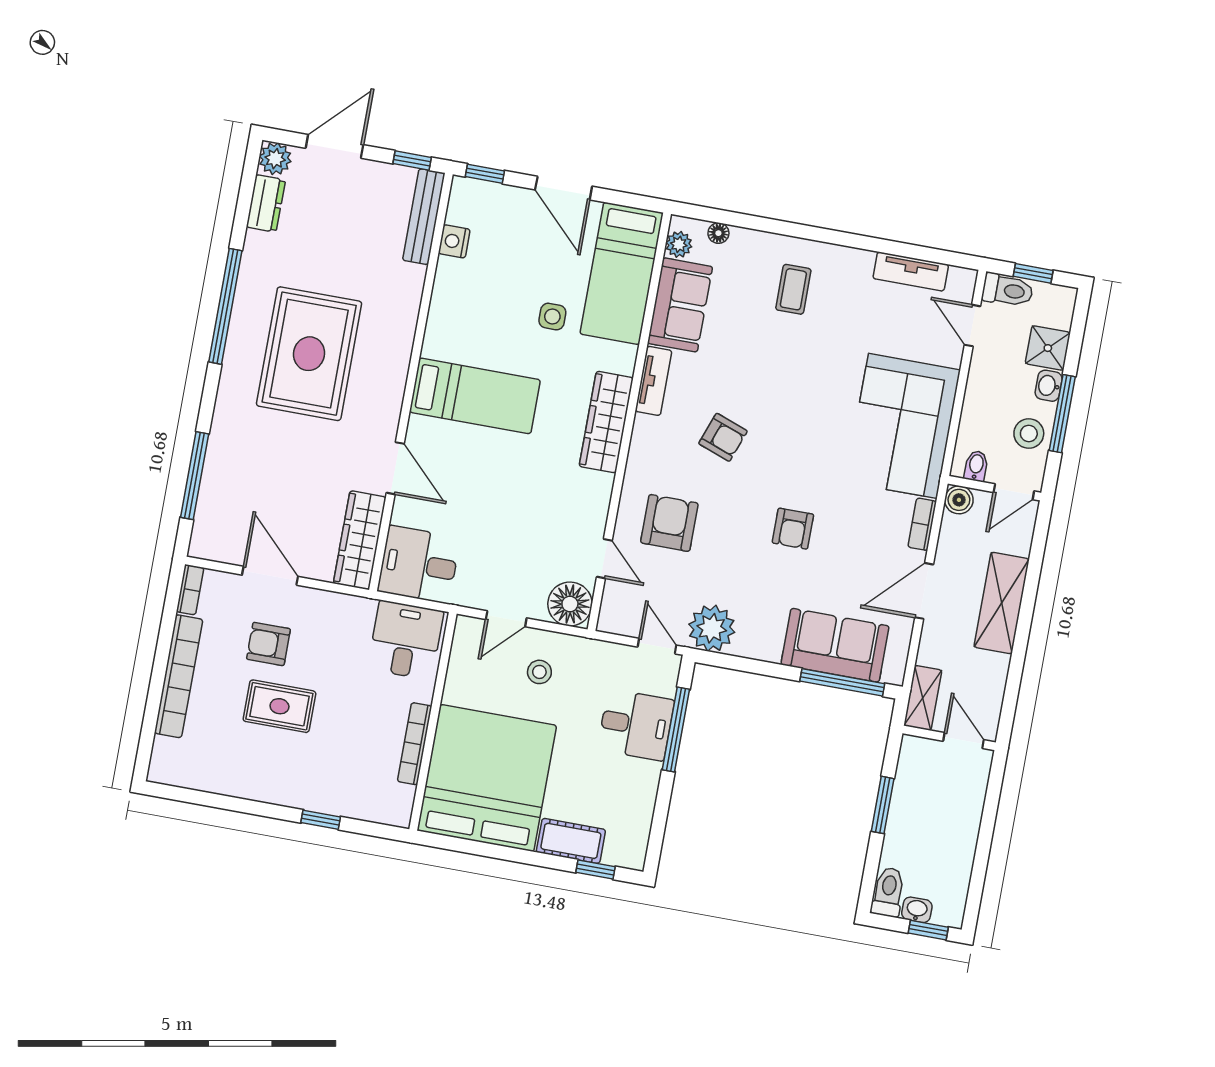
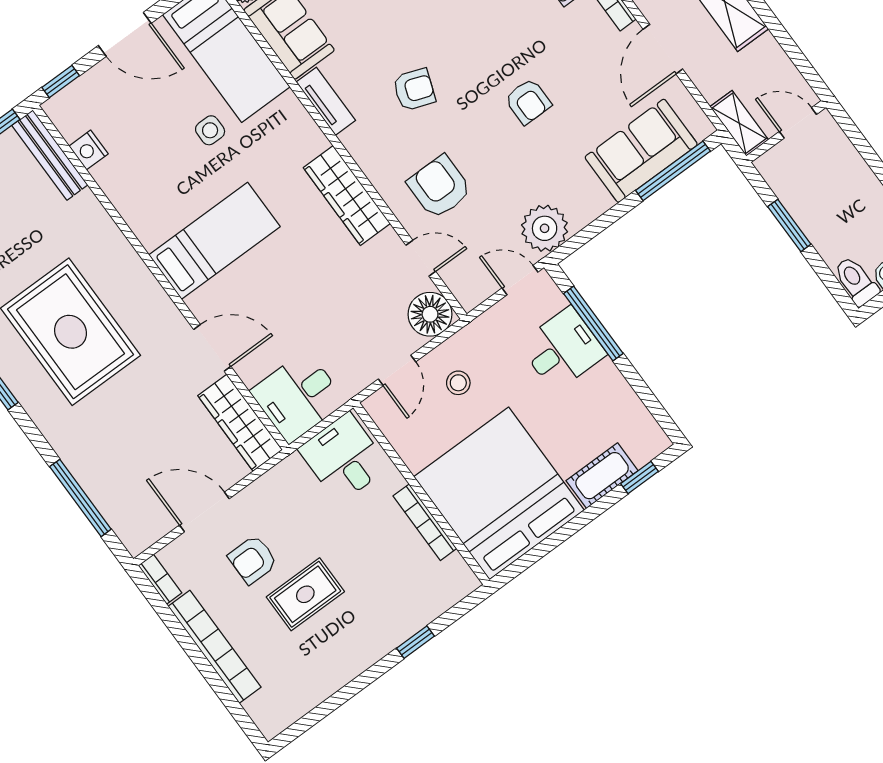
wardrobe: (606, 422) -> (347, 196), moved

